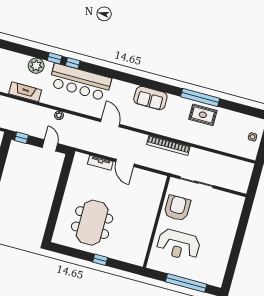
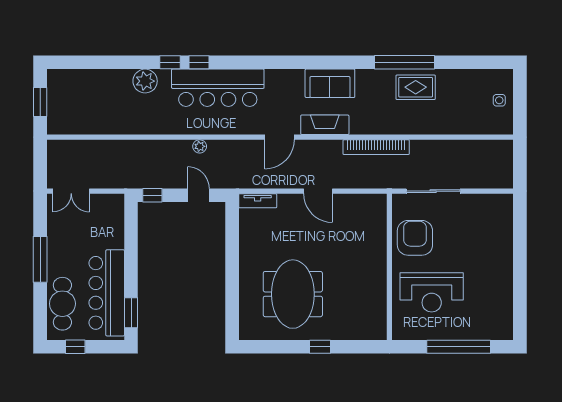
fireplace: (25, 92) -> (325, 125), moved
door: (110, 123) -> (279, 137), swing flipped
tv unit: (100, 163) -> (258, 201), moved

